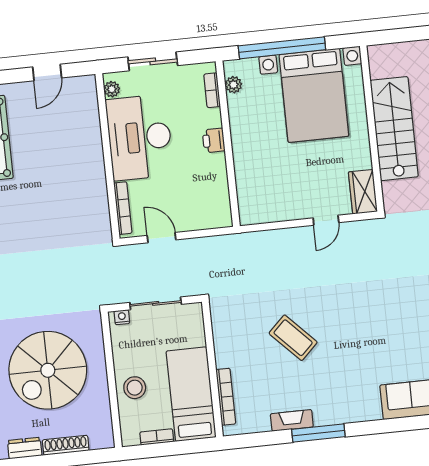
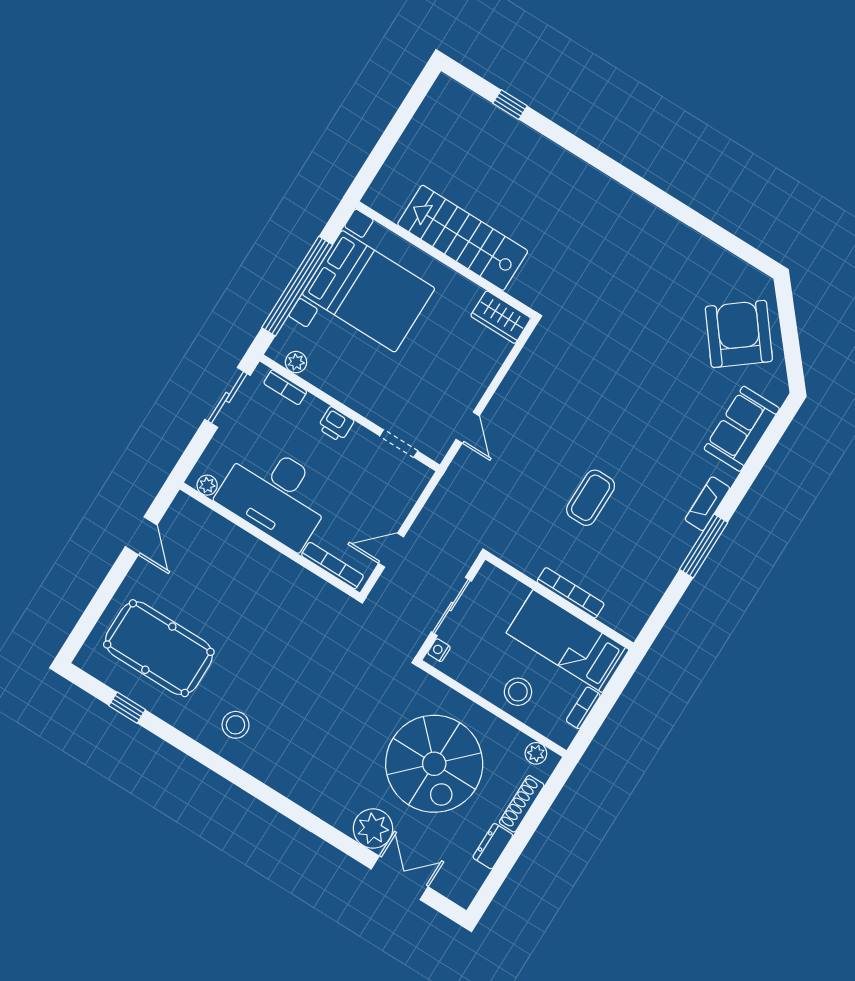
sliding door: (153, 61) -> (228, 397), moved
doorway: (233, 190) -> (399, 444), added
door: (326, 220) -> (468, 428), moved
coffee table: (293, 338) -> (591, 498), turned -46
bookcase: (226, 397) -> (571, 593), moved
fireplace: (292, 420) -> (707, 504), moved
plant: (105, 429) -> (536, 753), added

